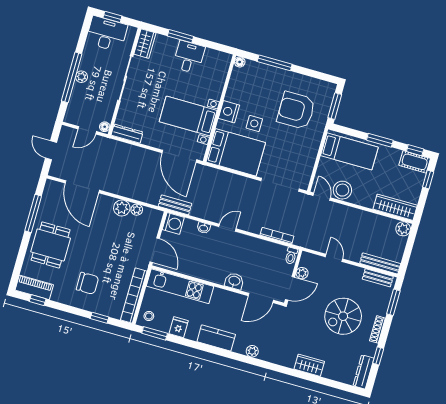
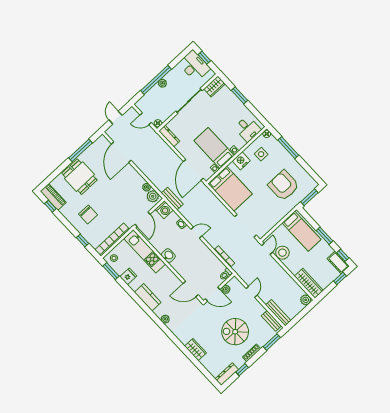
desk: (189, 57) -> (248, 129), moved, turned 90
side table: (254, 123) -> (261, 154), moved
plant: (122, 208) -> (153, 196), moved
dining table: (51, 245) -> (79, 177), turned 90
washbasin: (234, 281) -> (168, 256), moved

